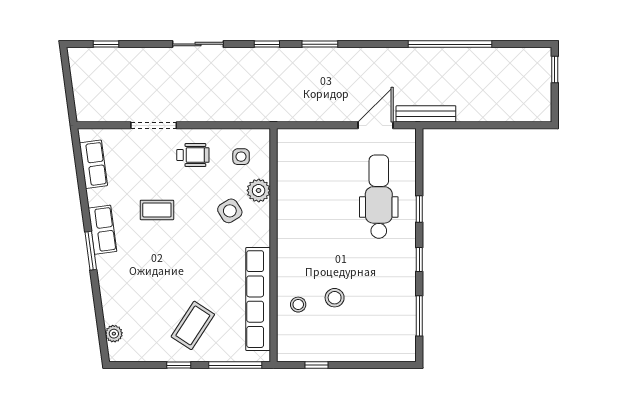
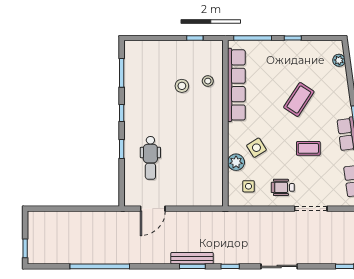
bench: (426, 114) -> (192, 258), moved
dental chair: (379, 197) -> (150, 158), width x0.73, depth x0.72
coffee table: (193, 325) -> (299, 100), moved

